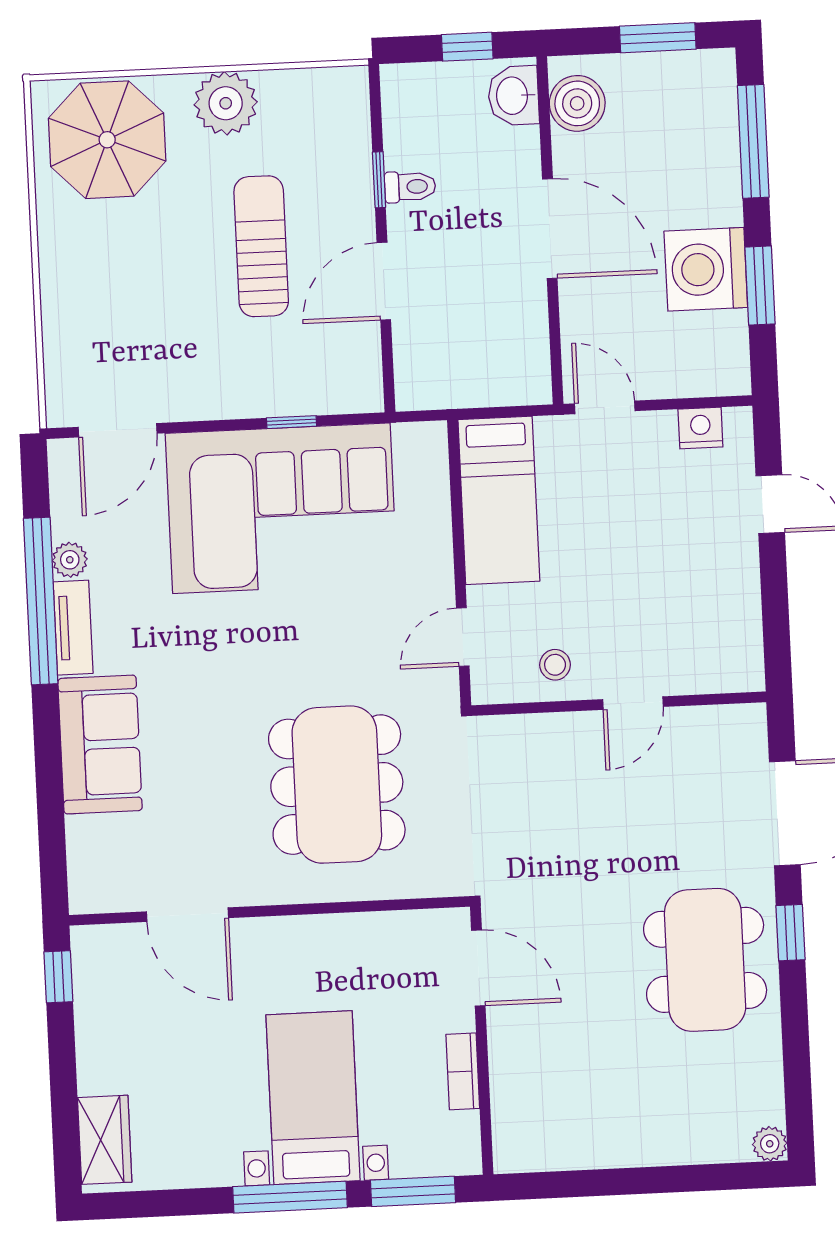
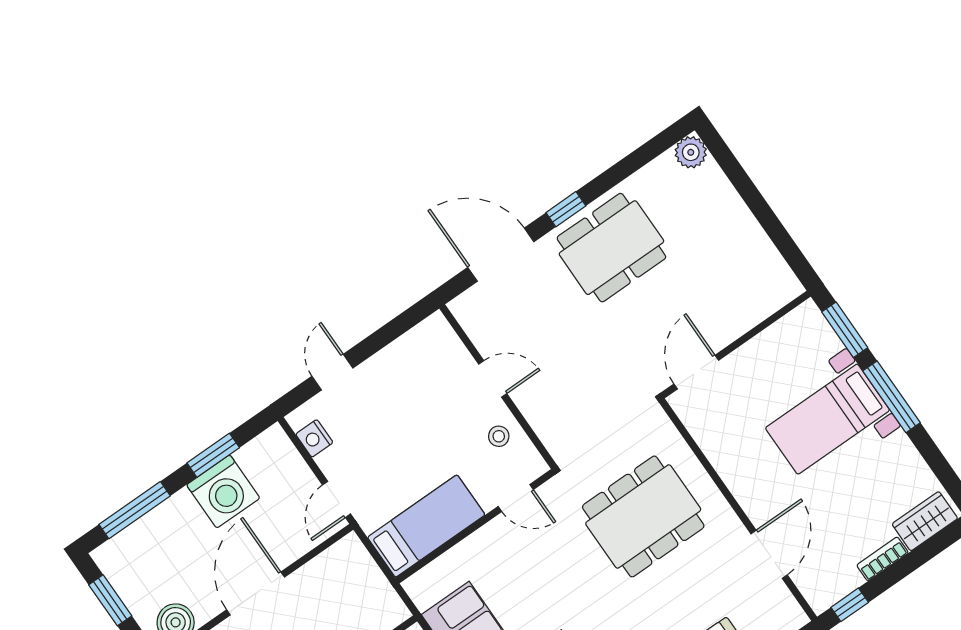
bookcase: (463, 1071) -> (883, 559), moved, turned 180
plant: (770, 1144) -> (691, 152), width x1.38, depth x1.38

